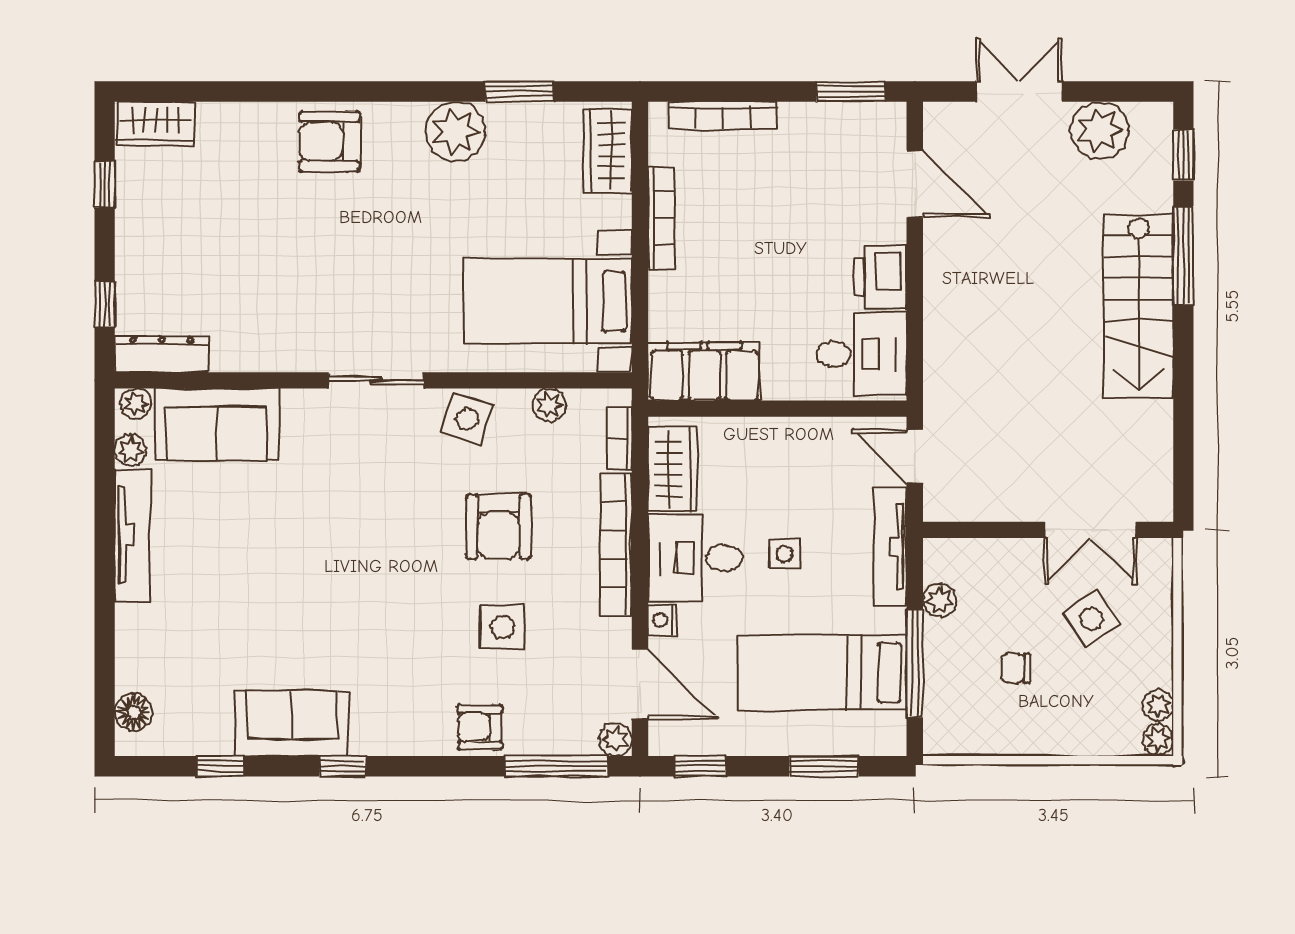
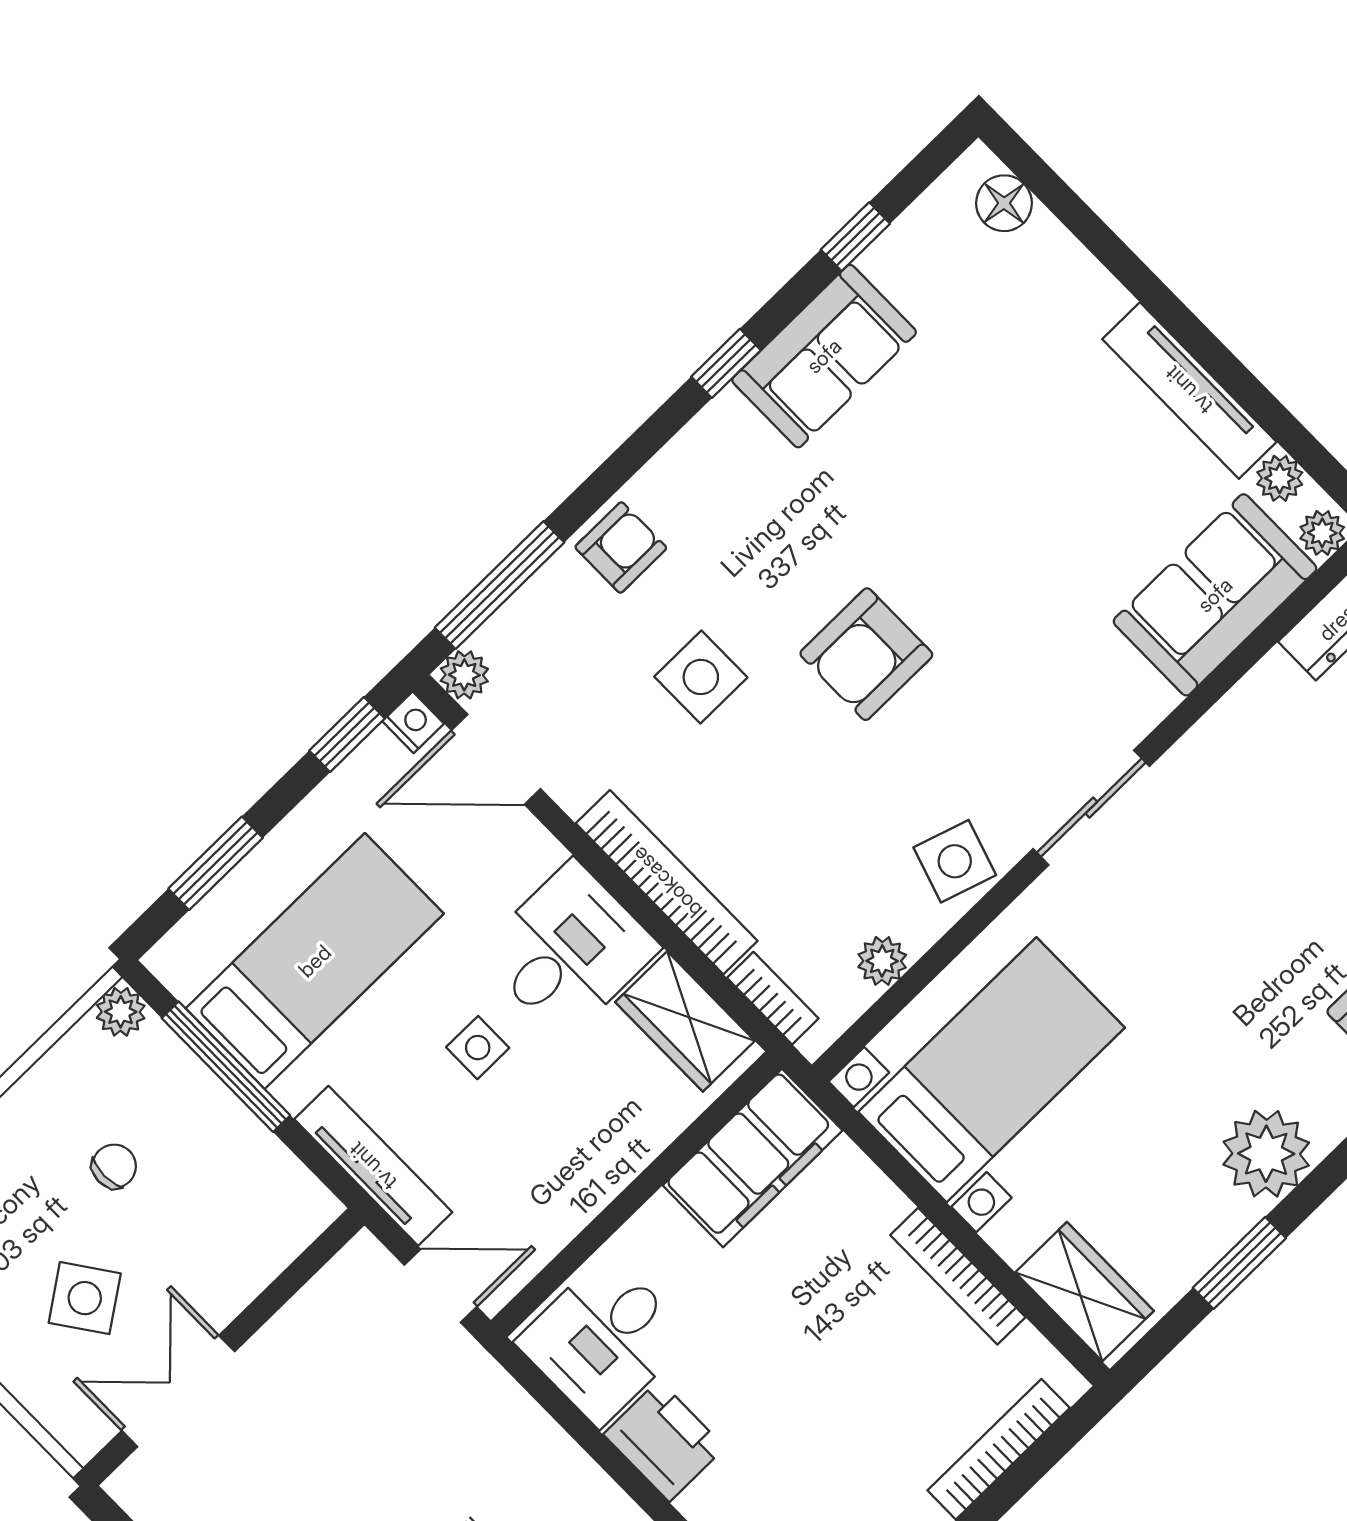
armchair: (499, 527) -> (866, 654), moved, turned -90
plant: (939, 600) -> (121, 1012), moved
nightstand: (662, 620) -> (413, 722), moved

